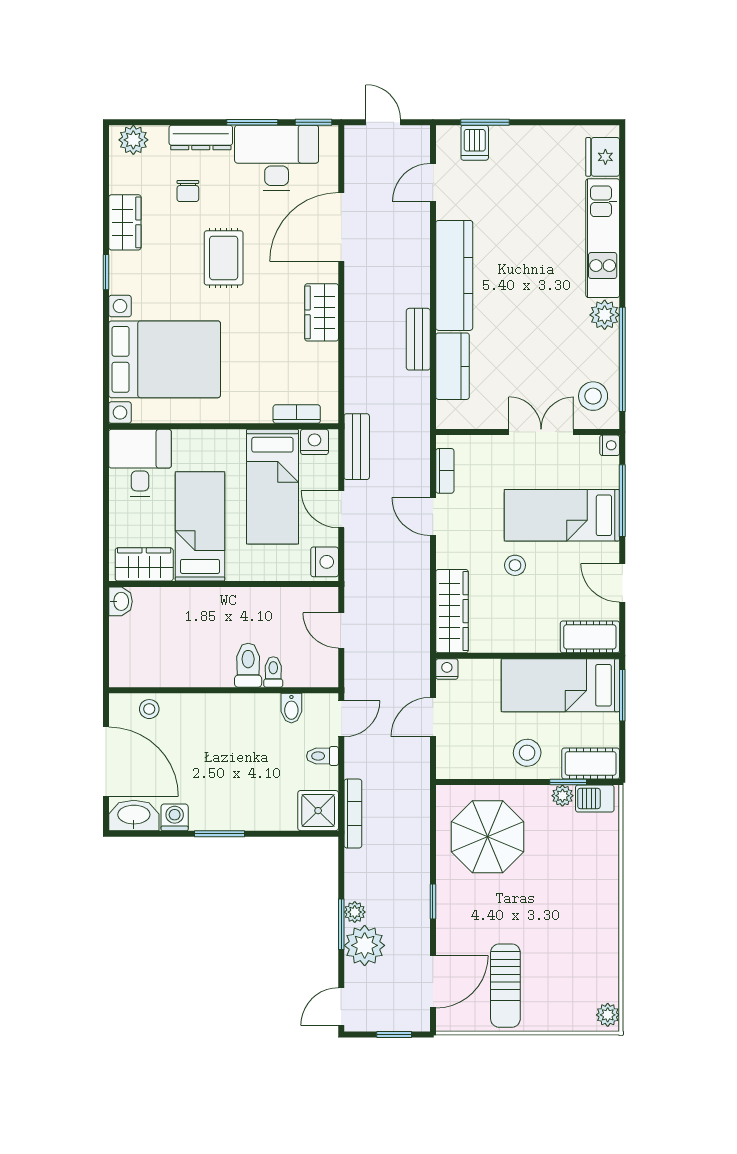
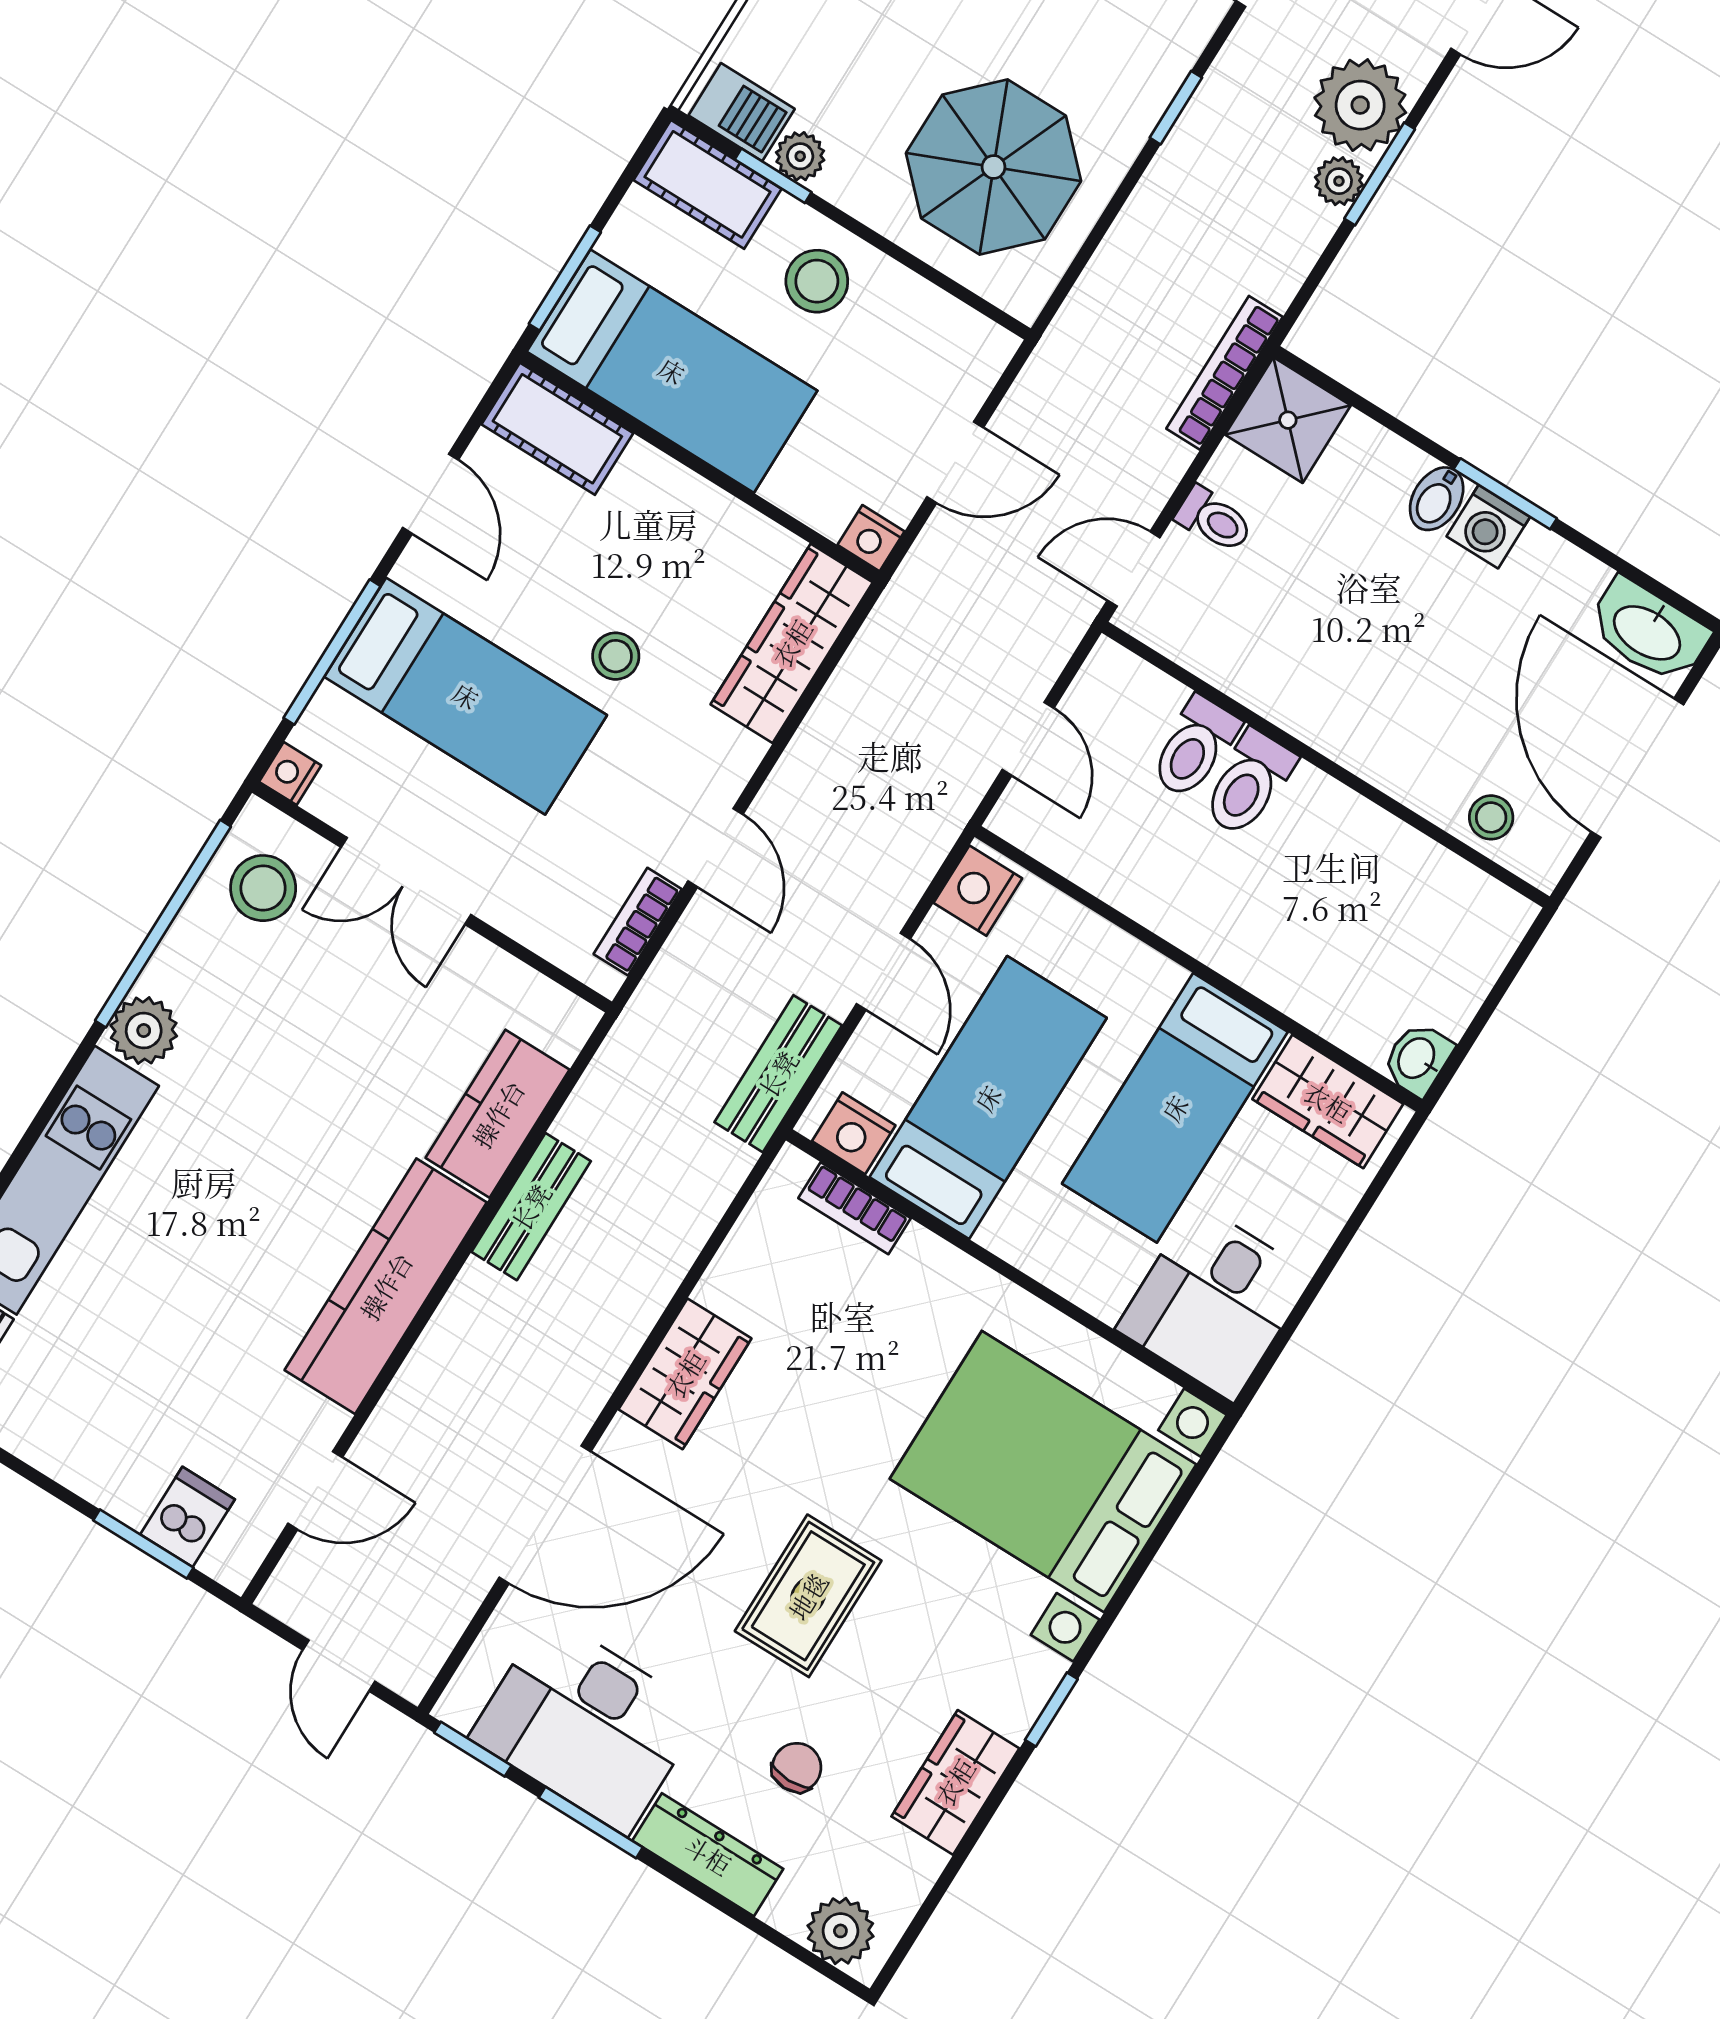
toilet: (273, 672) -> (1195, 747), width x1.37, depth x1.39
bidet: (291, 708) -> (1437, 499), moved, turned 180
washing machine: (175, 817) -> (1488, 527), moved

